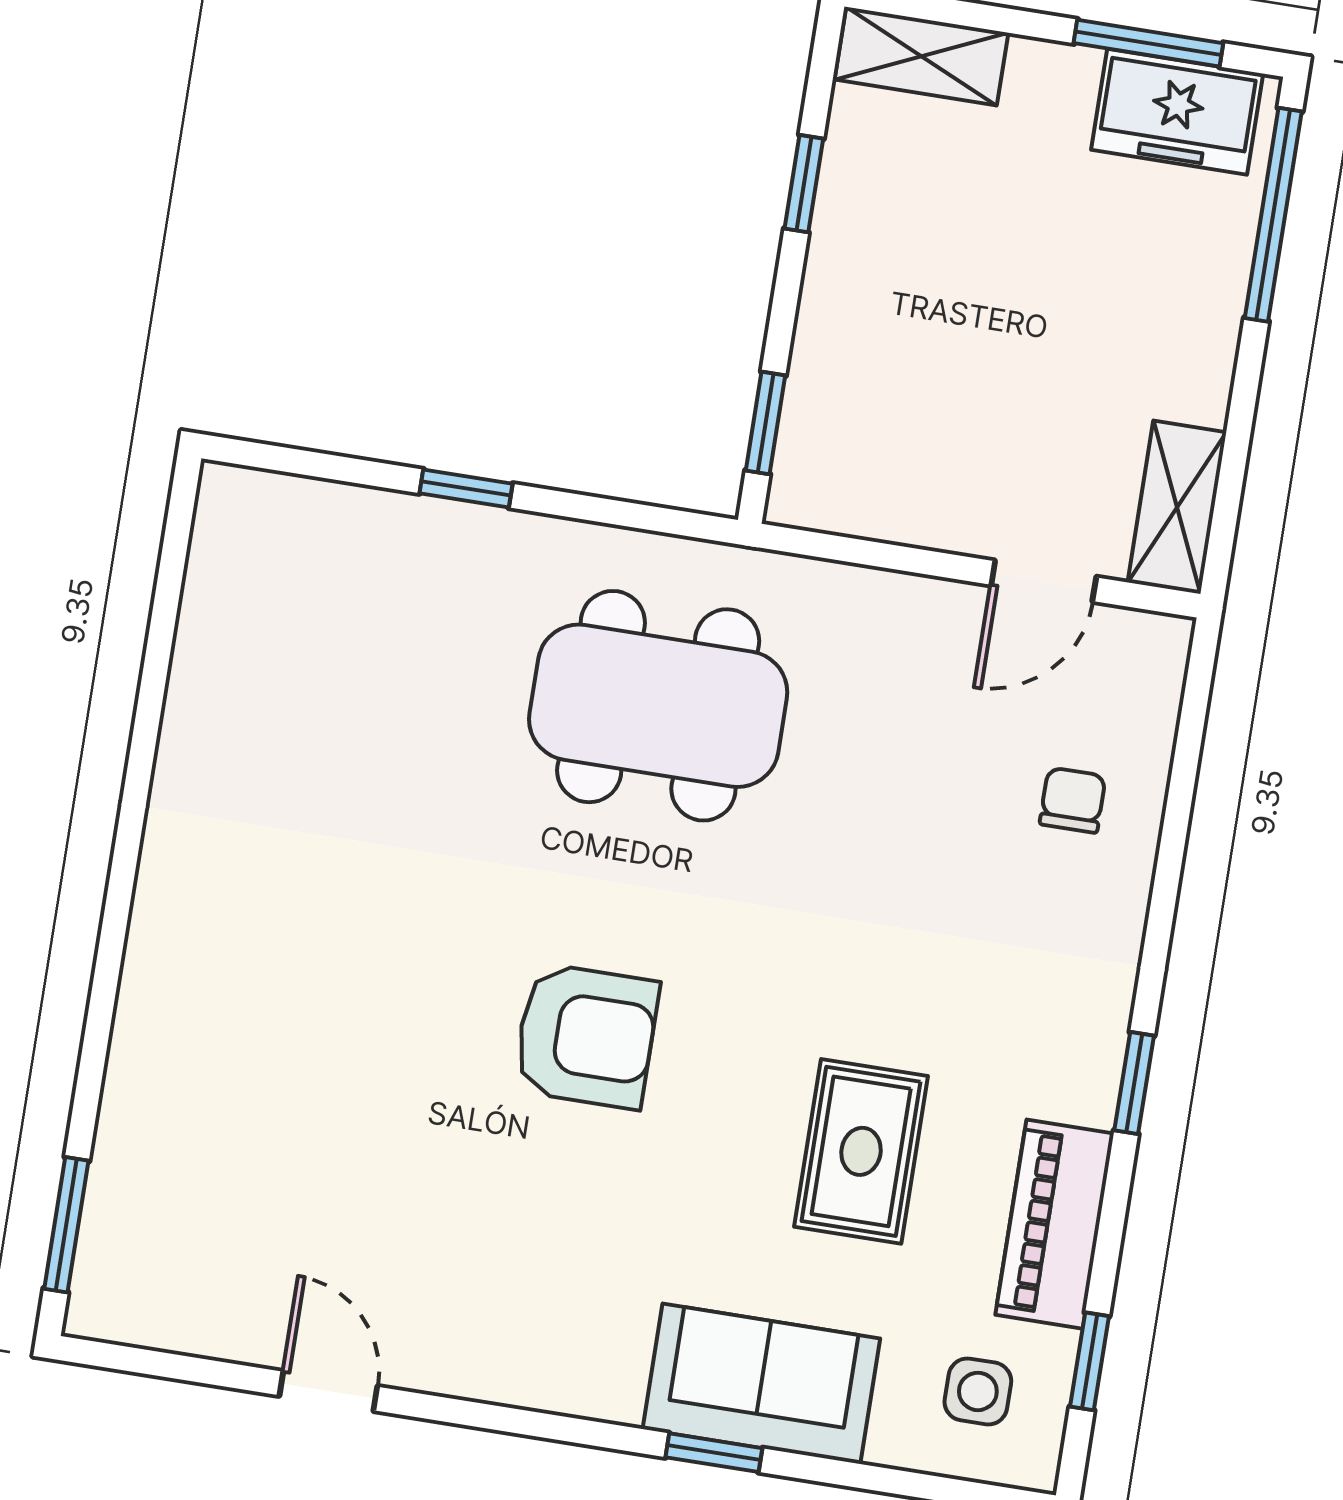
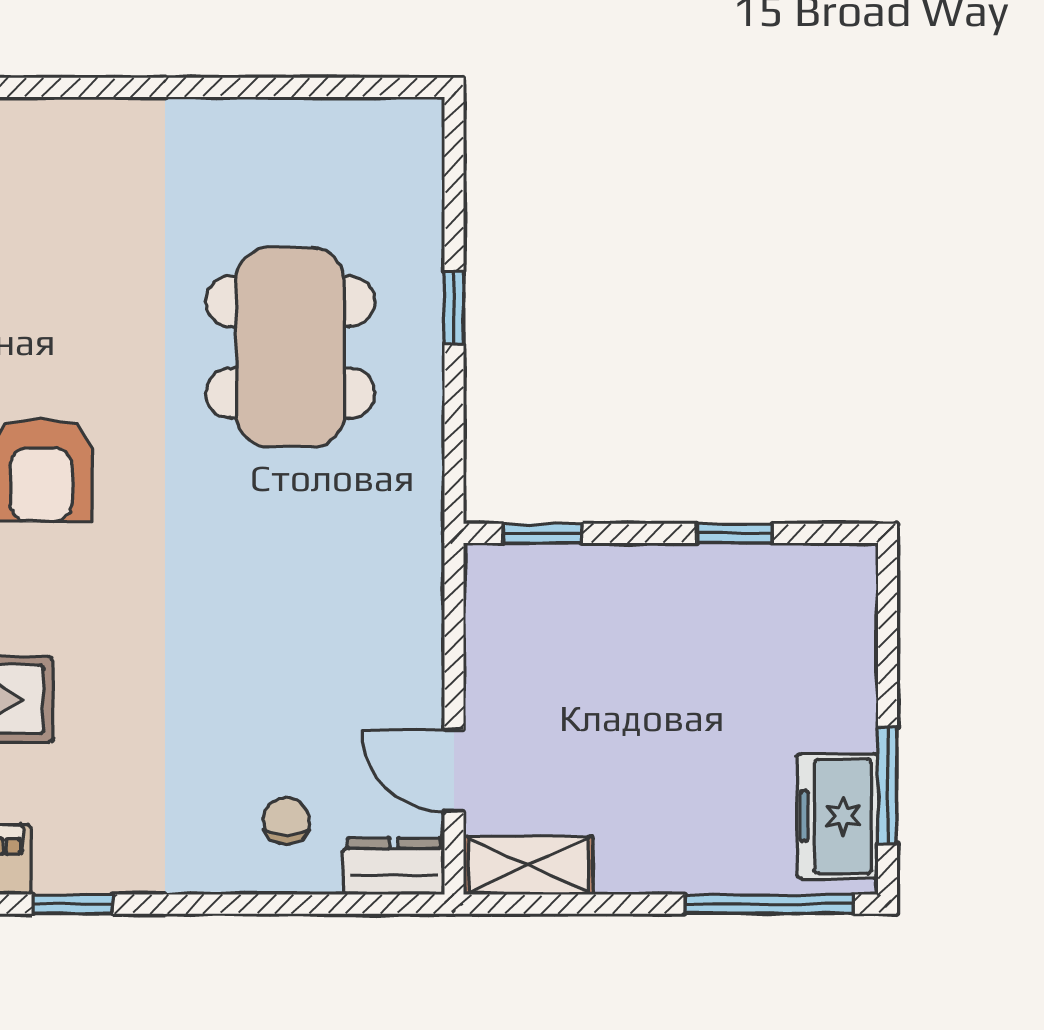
shelving: (921, 56) -> (849, 609), removed
dresser: (1151, 675) -> (394, 866), added
dining table: (658, 706) -> (290, 347), moved
chair: (1073, 800) -> (286, 821), turned -90

